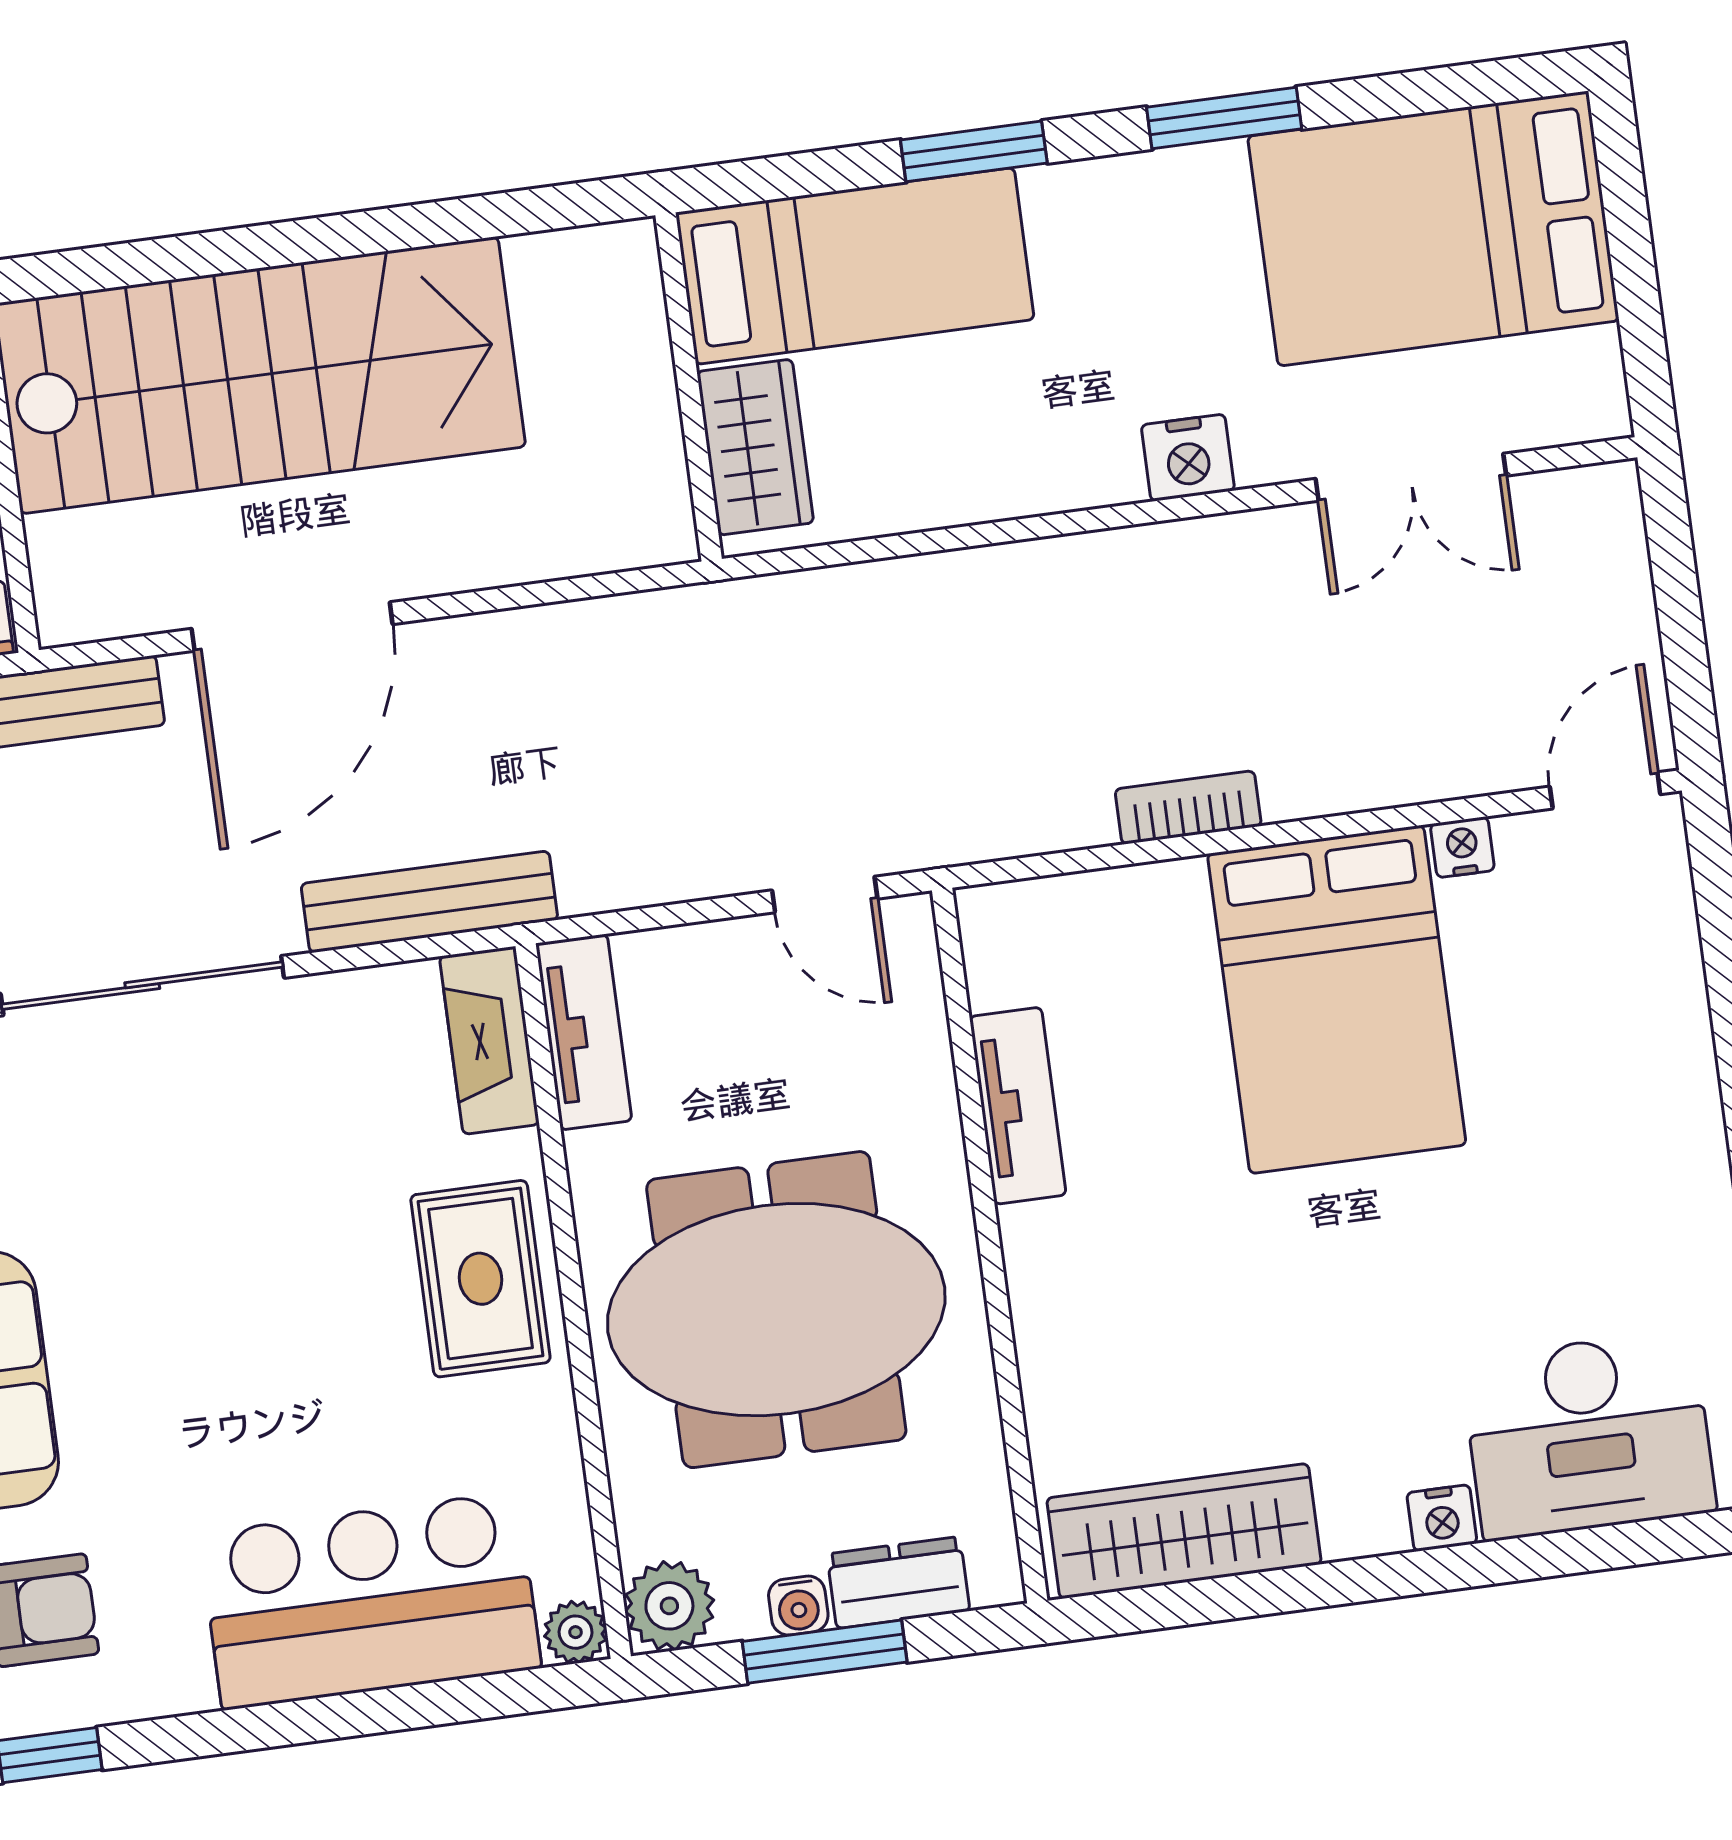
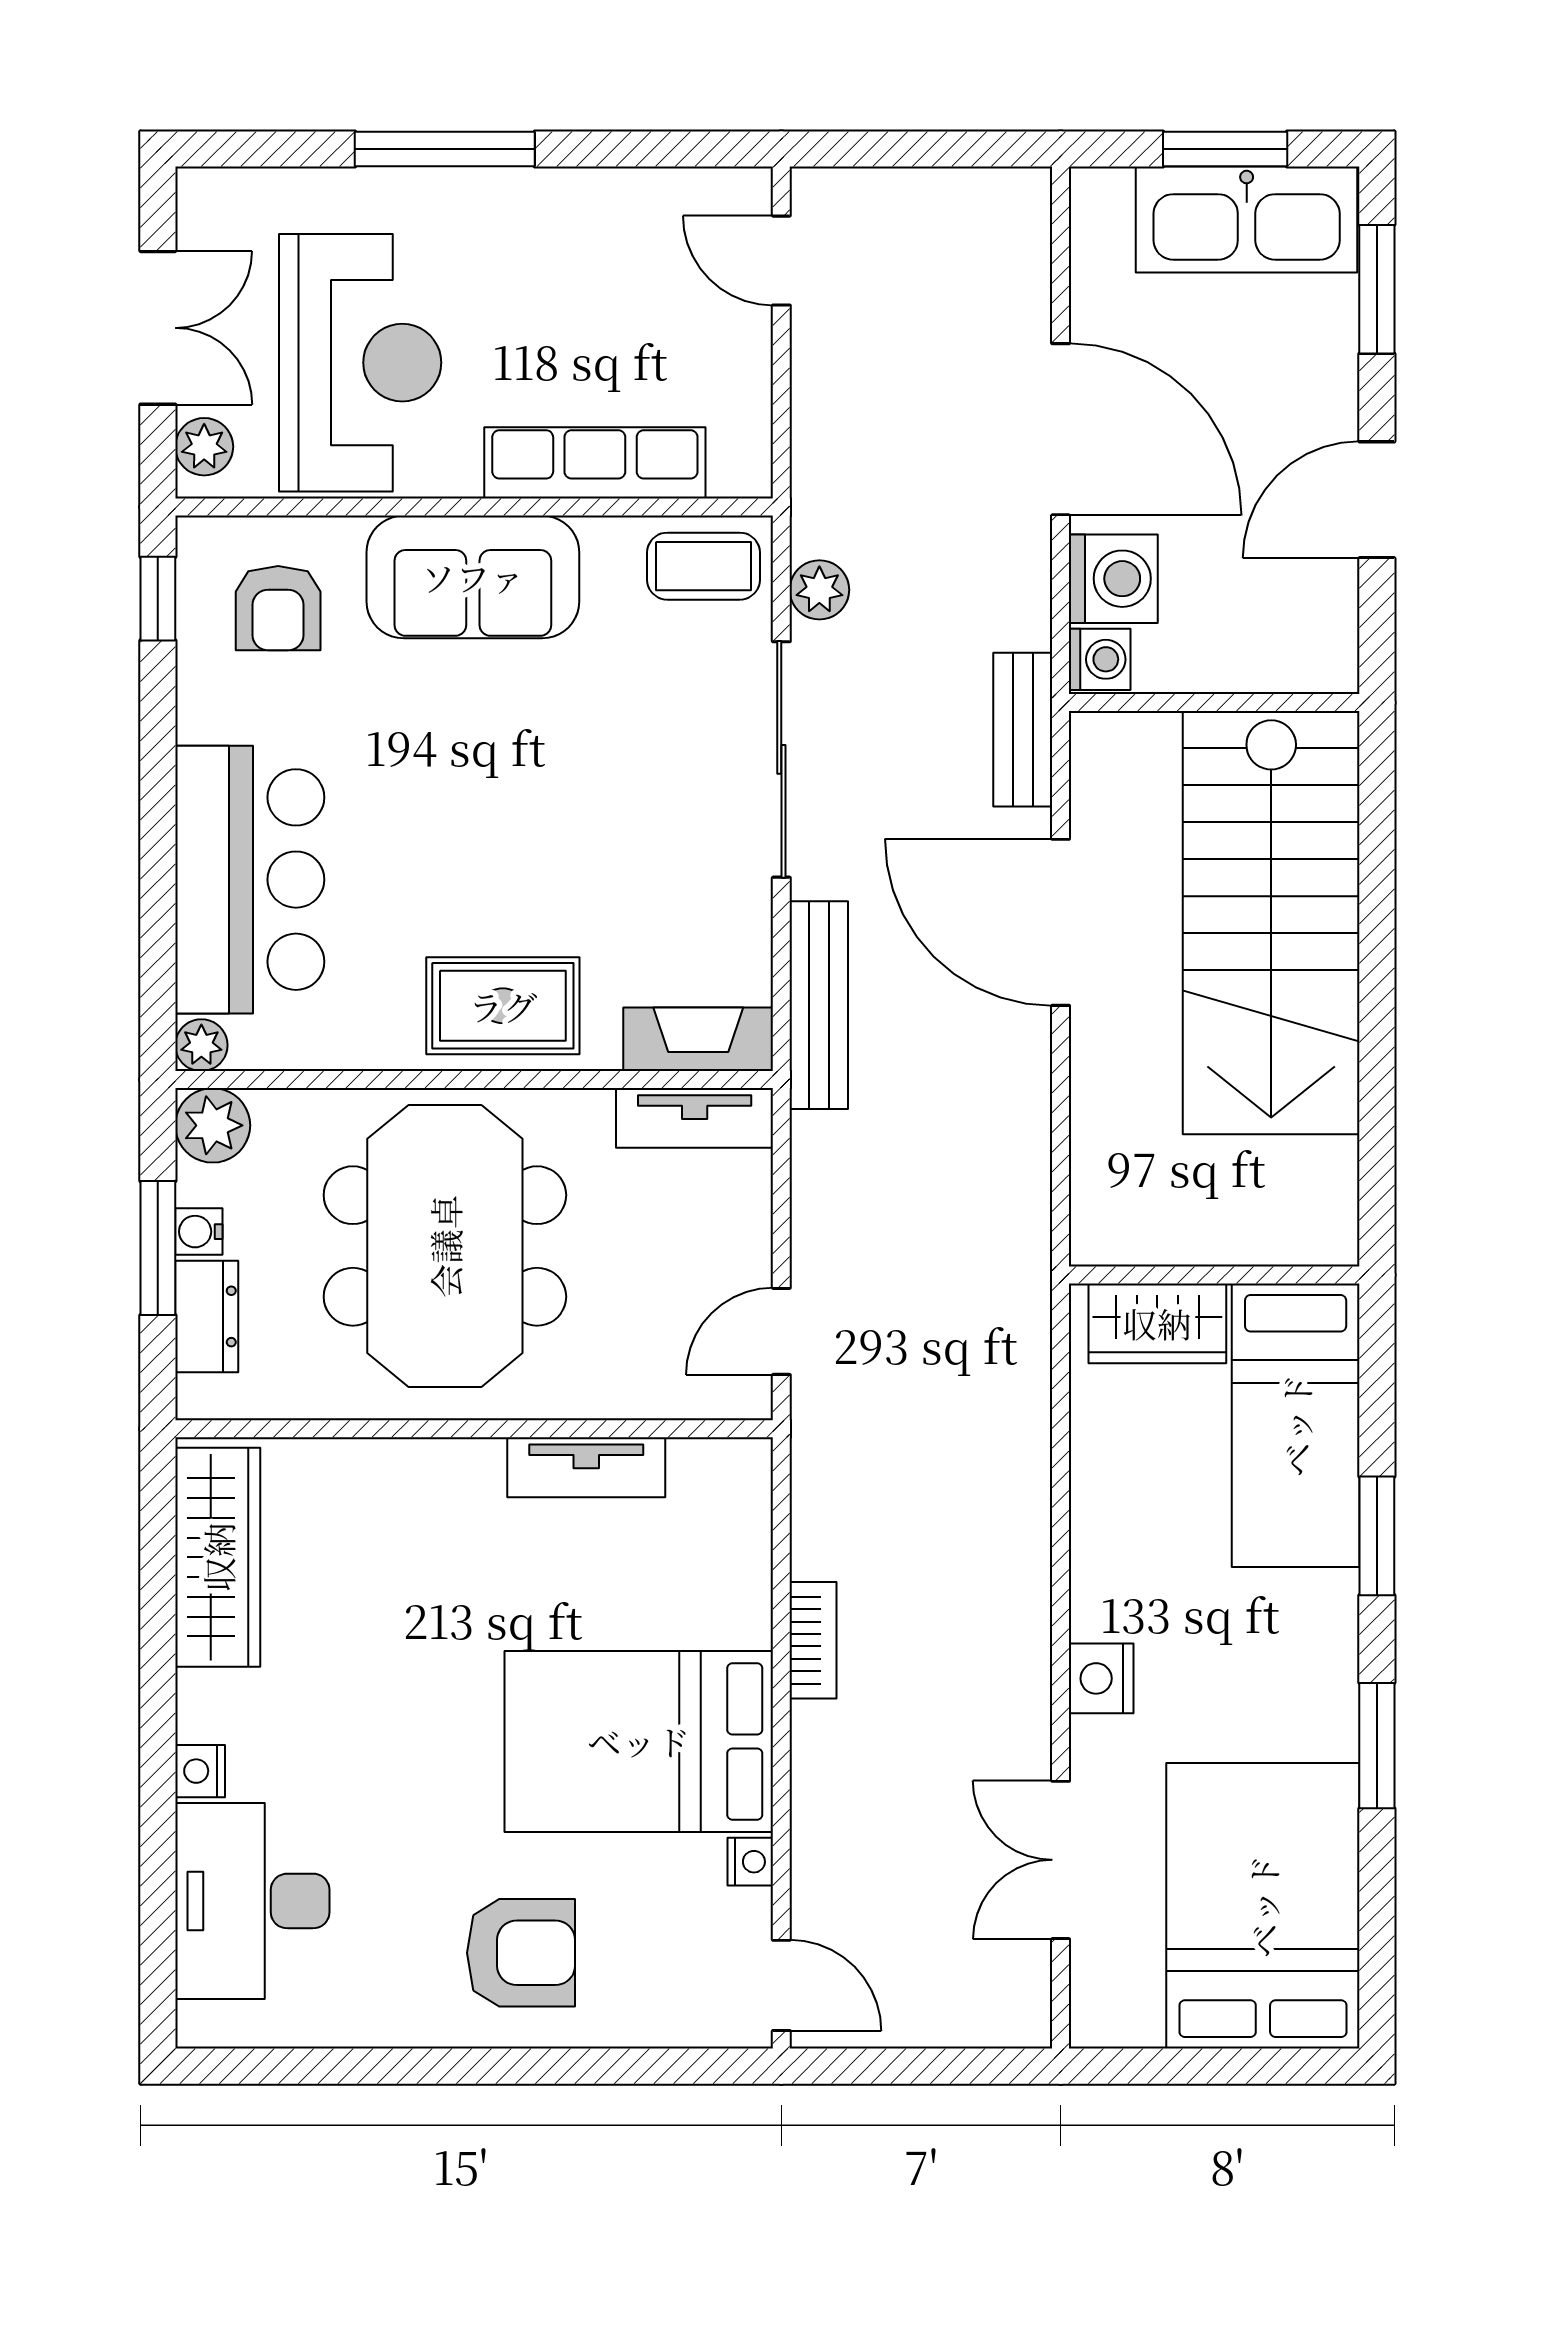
armchair: (1608, 1106) -> (521, 1953), added

